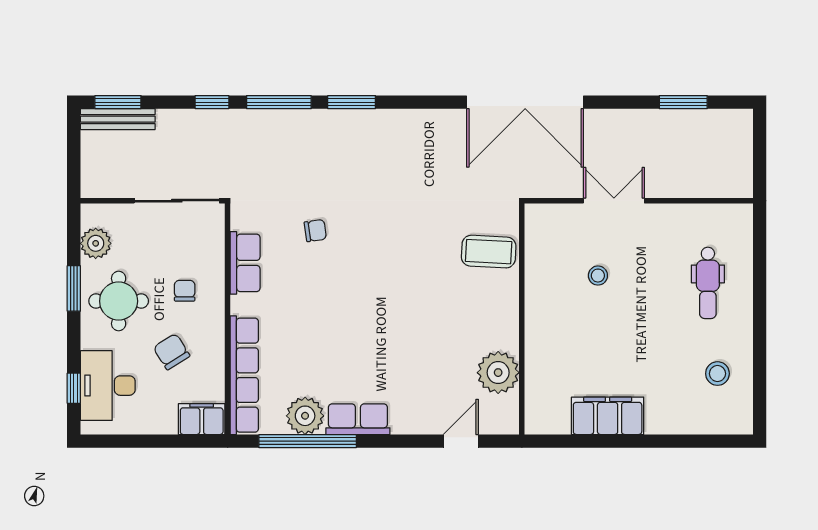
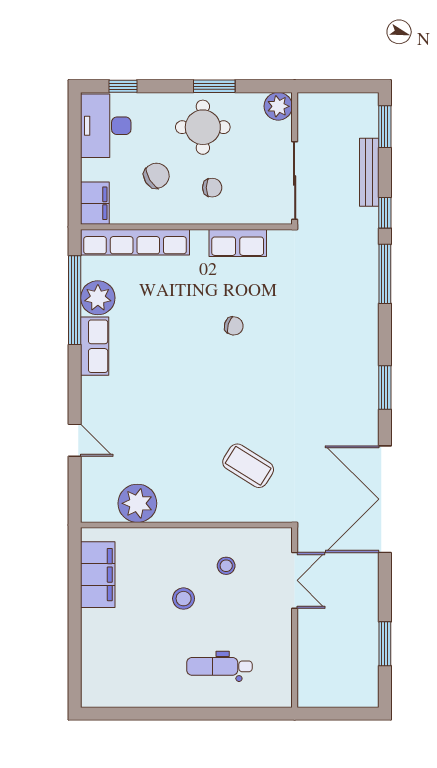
window: (352, 102) -> (385, 387), moved
bench: (118, 119) -> (369, 172), moved
chair: (315, 231) -> (234, 326), moved, turned -65
plant: (96, 243) -> (278, 106), moved
coffee table: (489, 252) -> (248, 466), turned -61
wall: (522, 319) -> (186, 525), moved
plant: (498, 373) -> (137, 503), moved
stool: (717, 374) -> (184, 599), moved
desk: (108, 386) -> (106, 126), moved, turned -90

